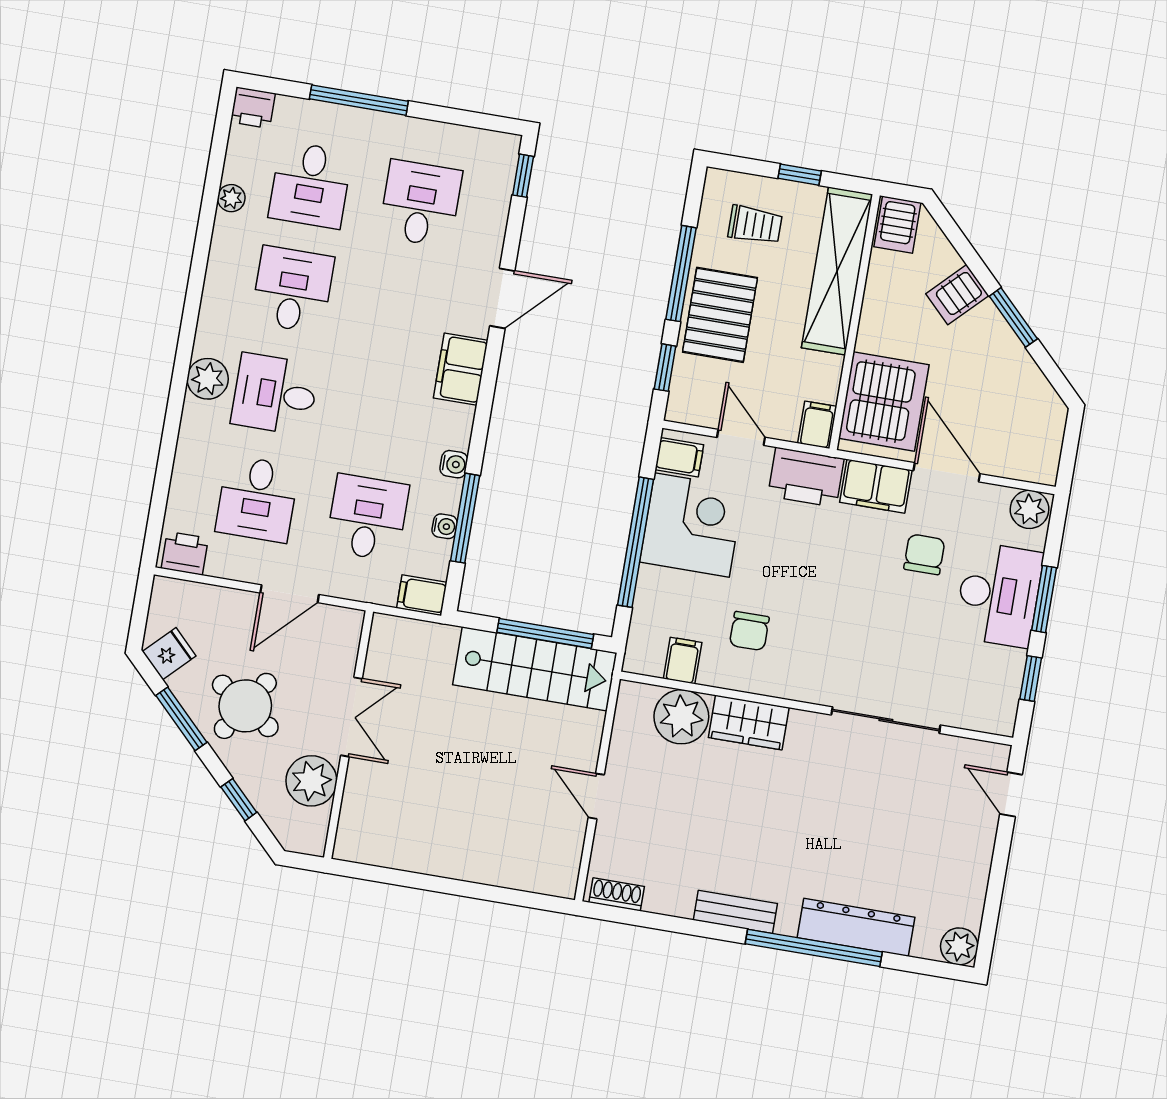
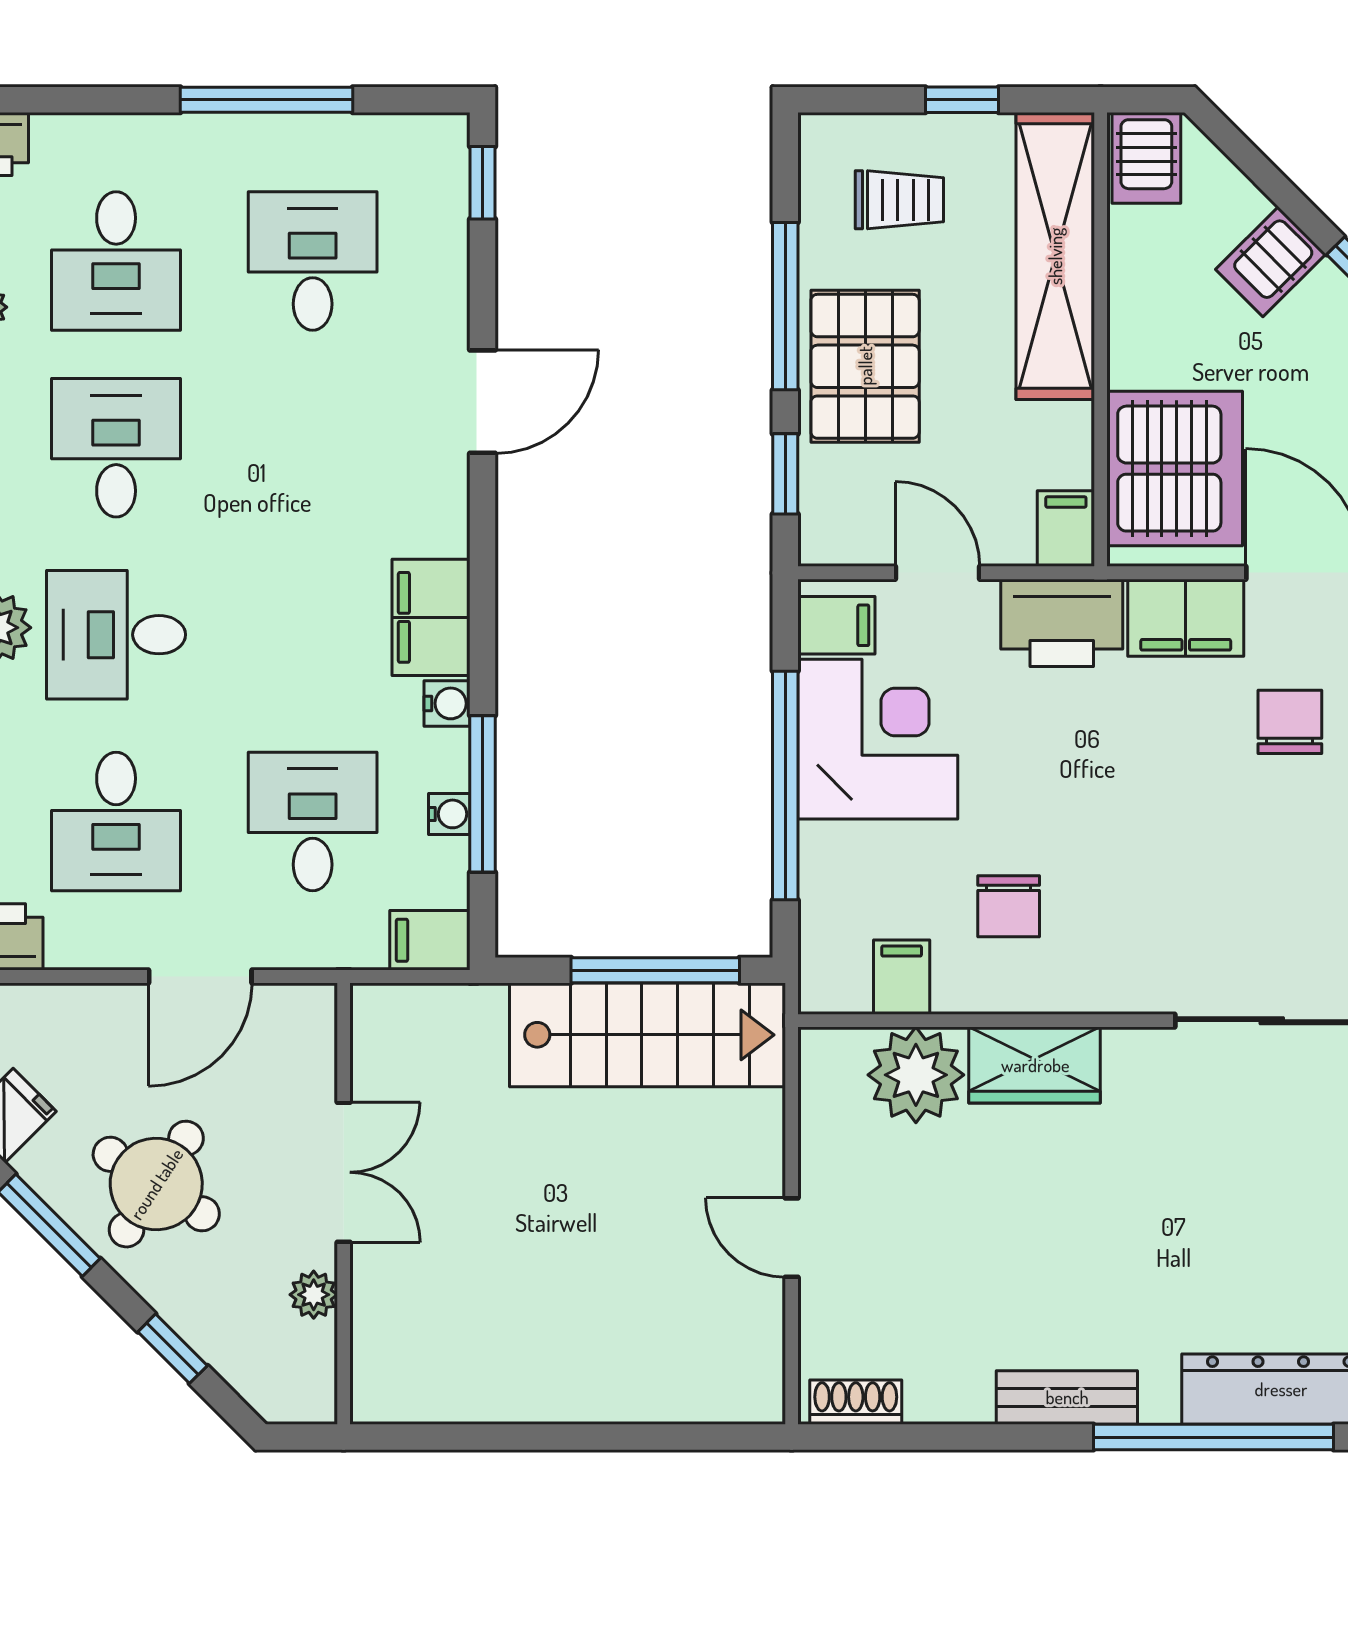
window: (359, 100) -> (267, 100), moved
filing cabinet: (461, 369) -> (431, 617), moved
plant: (311, 781) -> (314, 1295), width x0.53, depth x0.53

